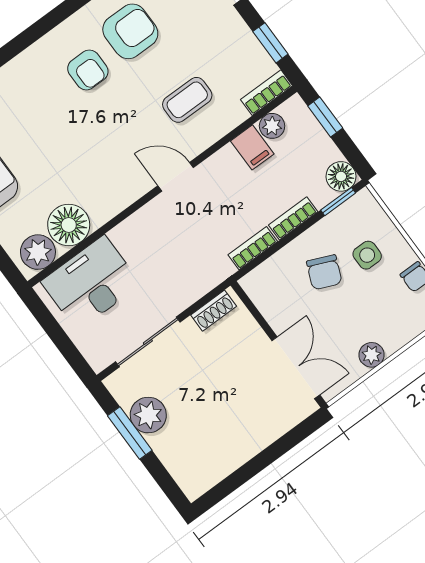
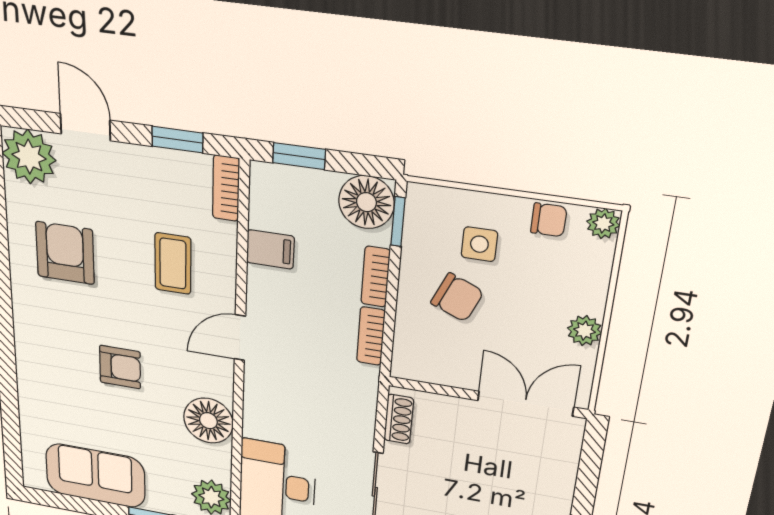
armchair: (88, 70) -> (120, 367), moved
plant: (272, 126) -> (264, 213), removed
floor lamp: (341, 176) -> (366, 202), width x1.38, depth x1.38
floor lamp: (69, 225) -> (208, 421), moved

